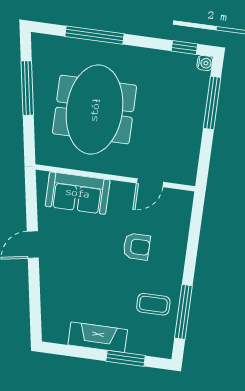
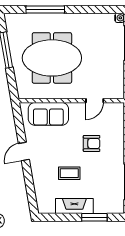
window: (184, 47) -> (105, 10), removed
meeting table: (95, 109) -> (52, 58), turned 90
coffee table: (153, 304) -> (69, 173), moved

